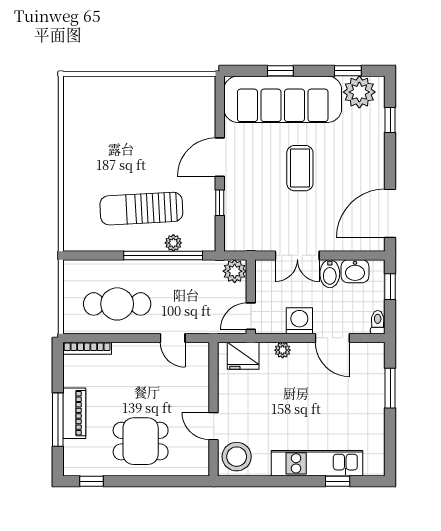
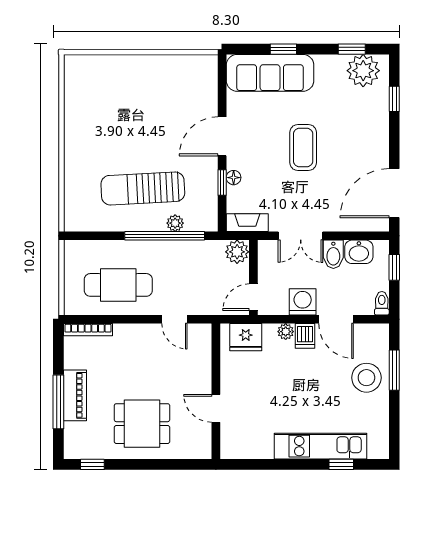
sofa: (283, 99) -> (270, 73), width x0.74, depth x0.79
floor lamp: (231, 198) -> (234, 178), added
fireplace: (245, 242) -> (247, 223), added
dishwasher: (302, 354) -> (305, 336), added
stool: (237, 457) -> (366, 378), moved

